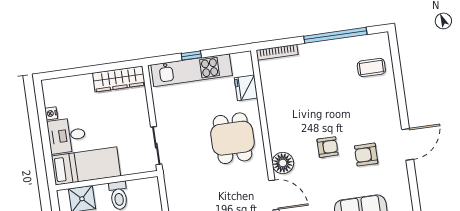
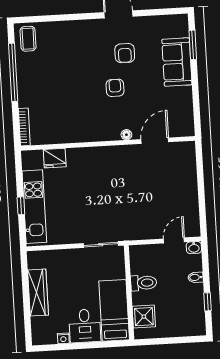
coffee table: (371, 67) -> (28, 39), moved
wardrobe: (119, 79) -> (38, 293), moved
dining table: (232, 138) -> (100, 174), removed
floor lamp: (283, 163) -> (126, 135), width x0.53, depth x0.53

